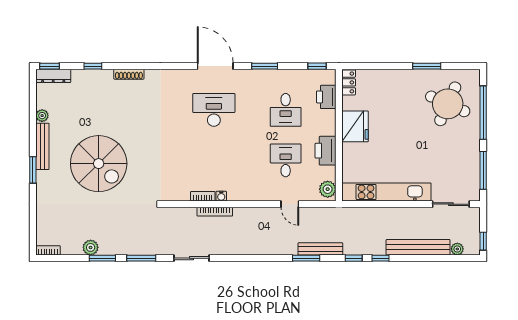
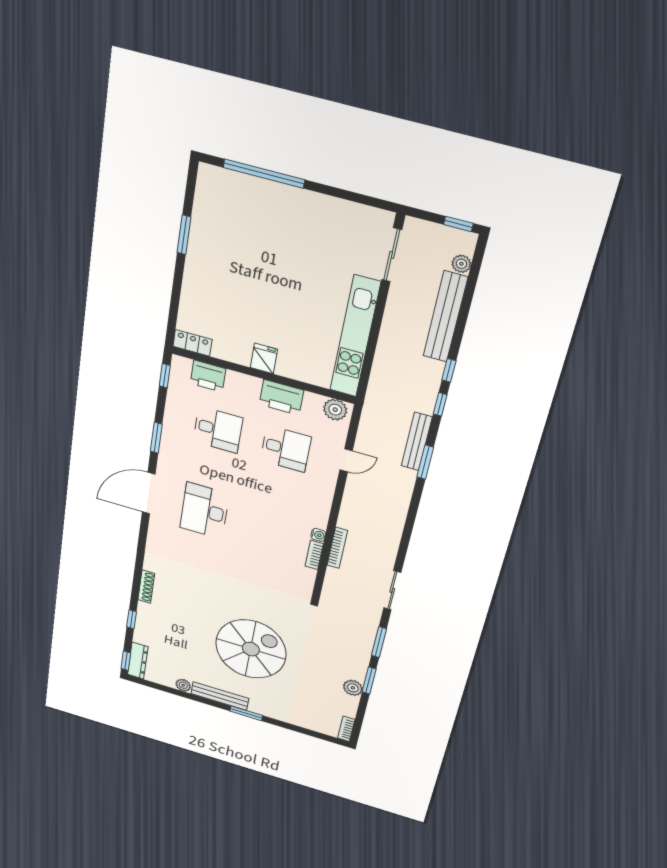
round table: (448, 104) -> (243, 220), removed
fridge: (355, 126) -> (264, 358), width x0.53, depth x0.75
desk: (286, 160) -> (286, 449), turned 180
window: (483, 170) -> (350, 196), removed

